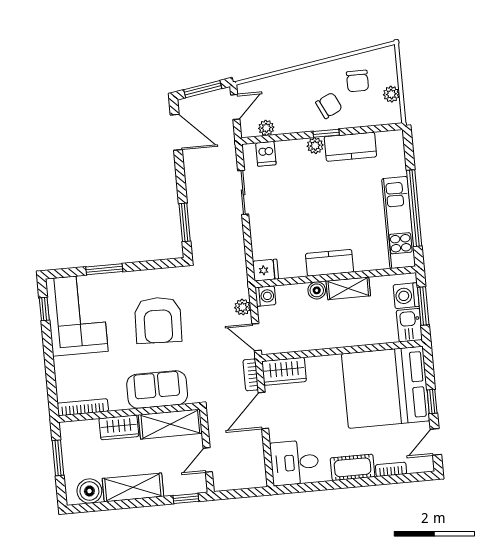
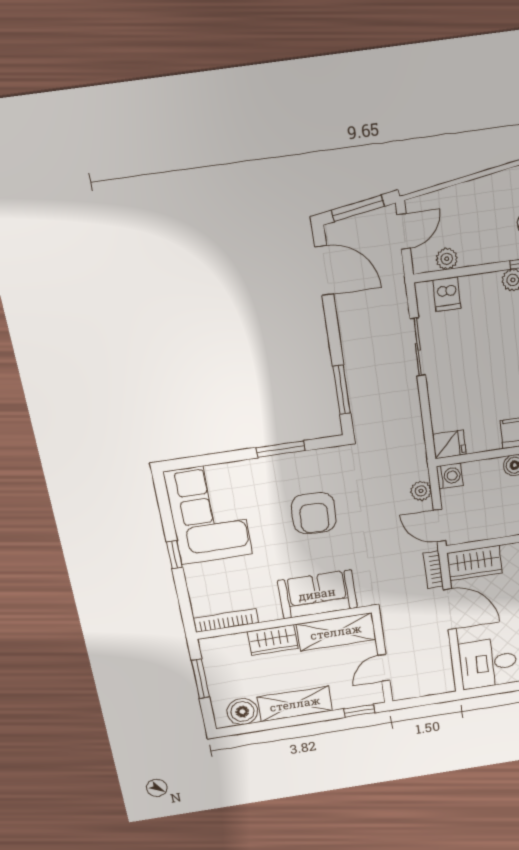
window: (104, 269) -> (281, 449), moved
window: (44, 309) -> (175, 555), moved
armchair: (158, 320) -> (314, 513), width x0.73, depth x0.73
door: (263, 411) -> (450, 609), swing flipped

